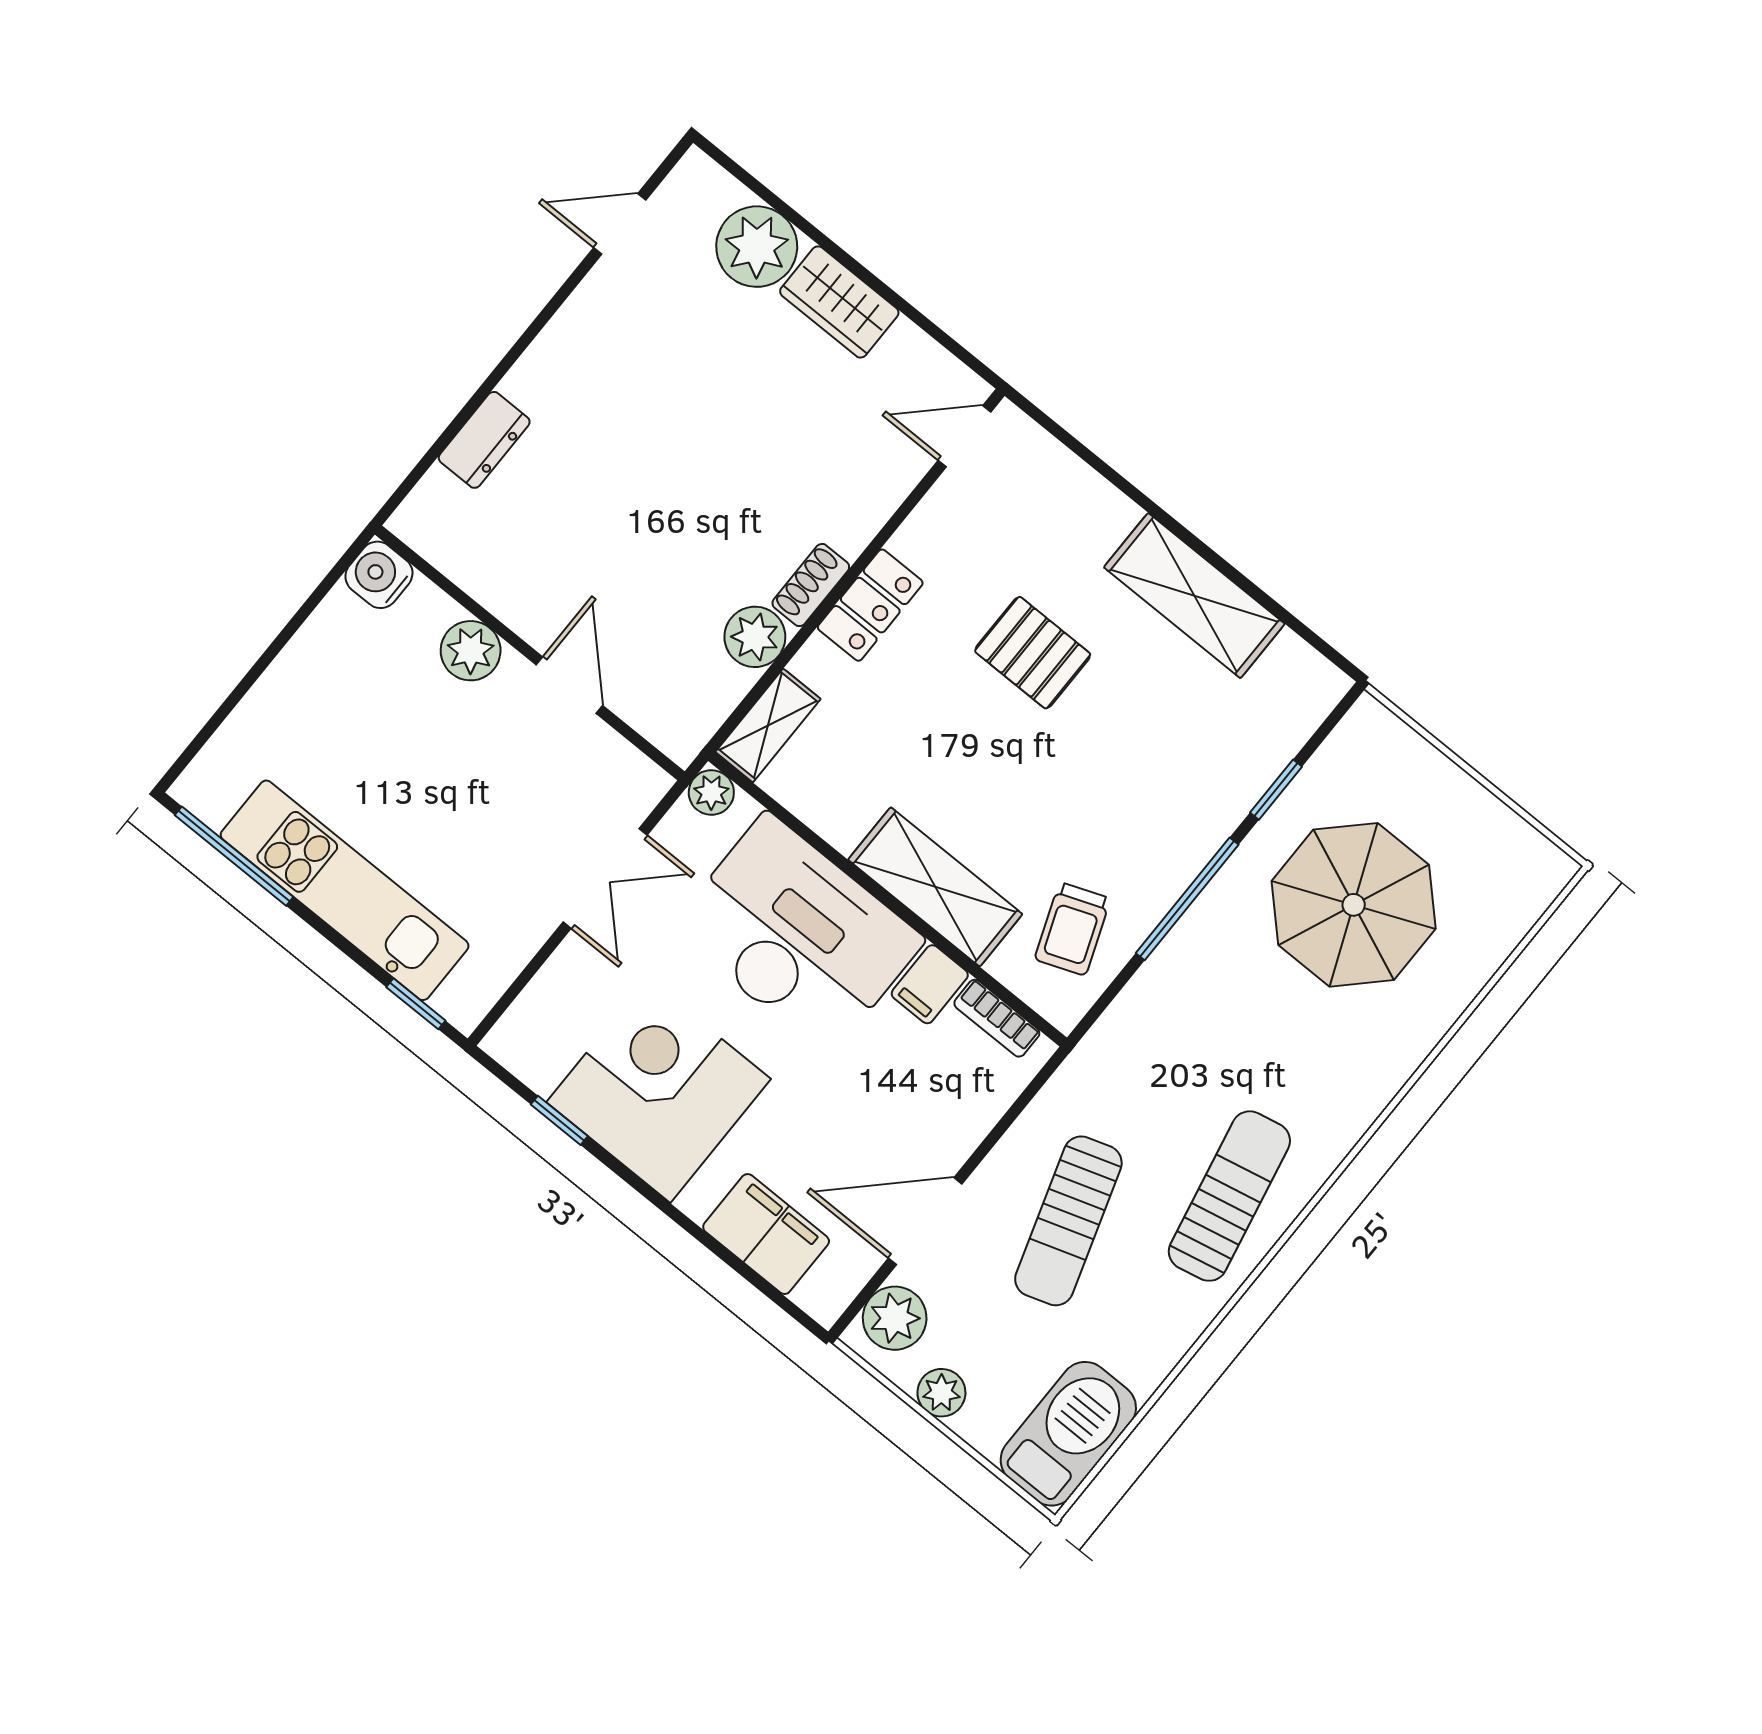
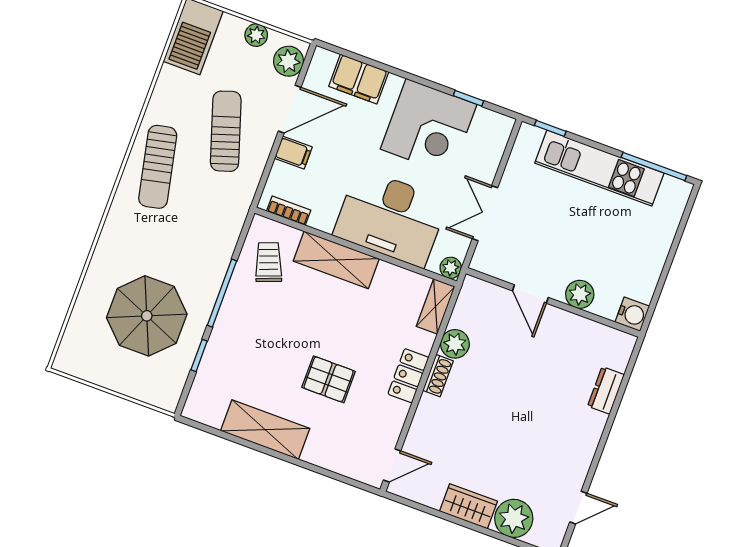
filing cabinet: (930, 984) -> (293, 153), moved, turned 90

